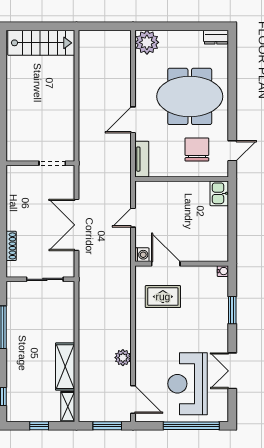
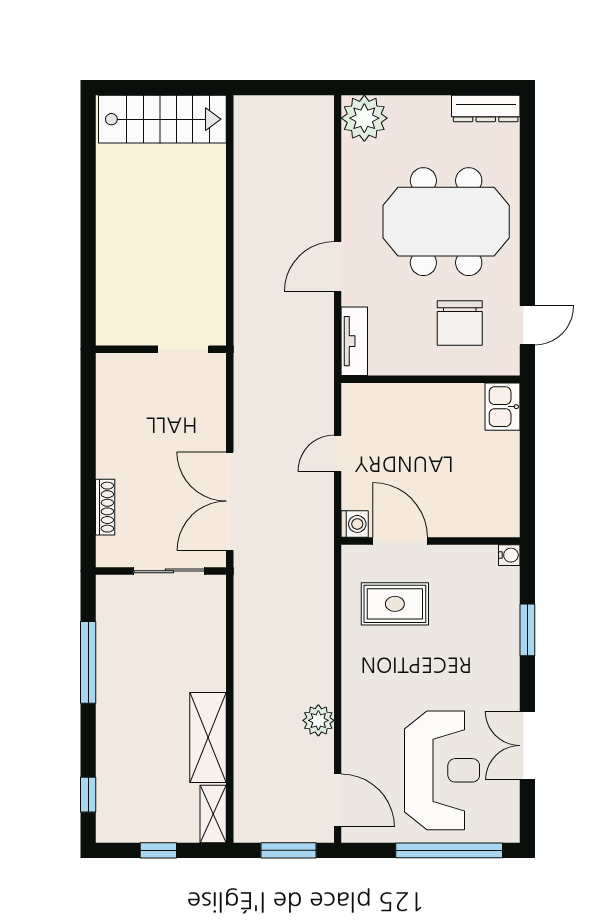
dresser: (216, 37) -> (486, 108), width x1.44
chair: (197, 150) -> (460, 323), turned 180
double door: (76, 225) -> (230, 501), moved
reception desk: (188, 384) -> (442, 770), turned 180

